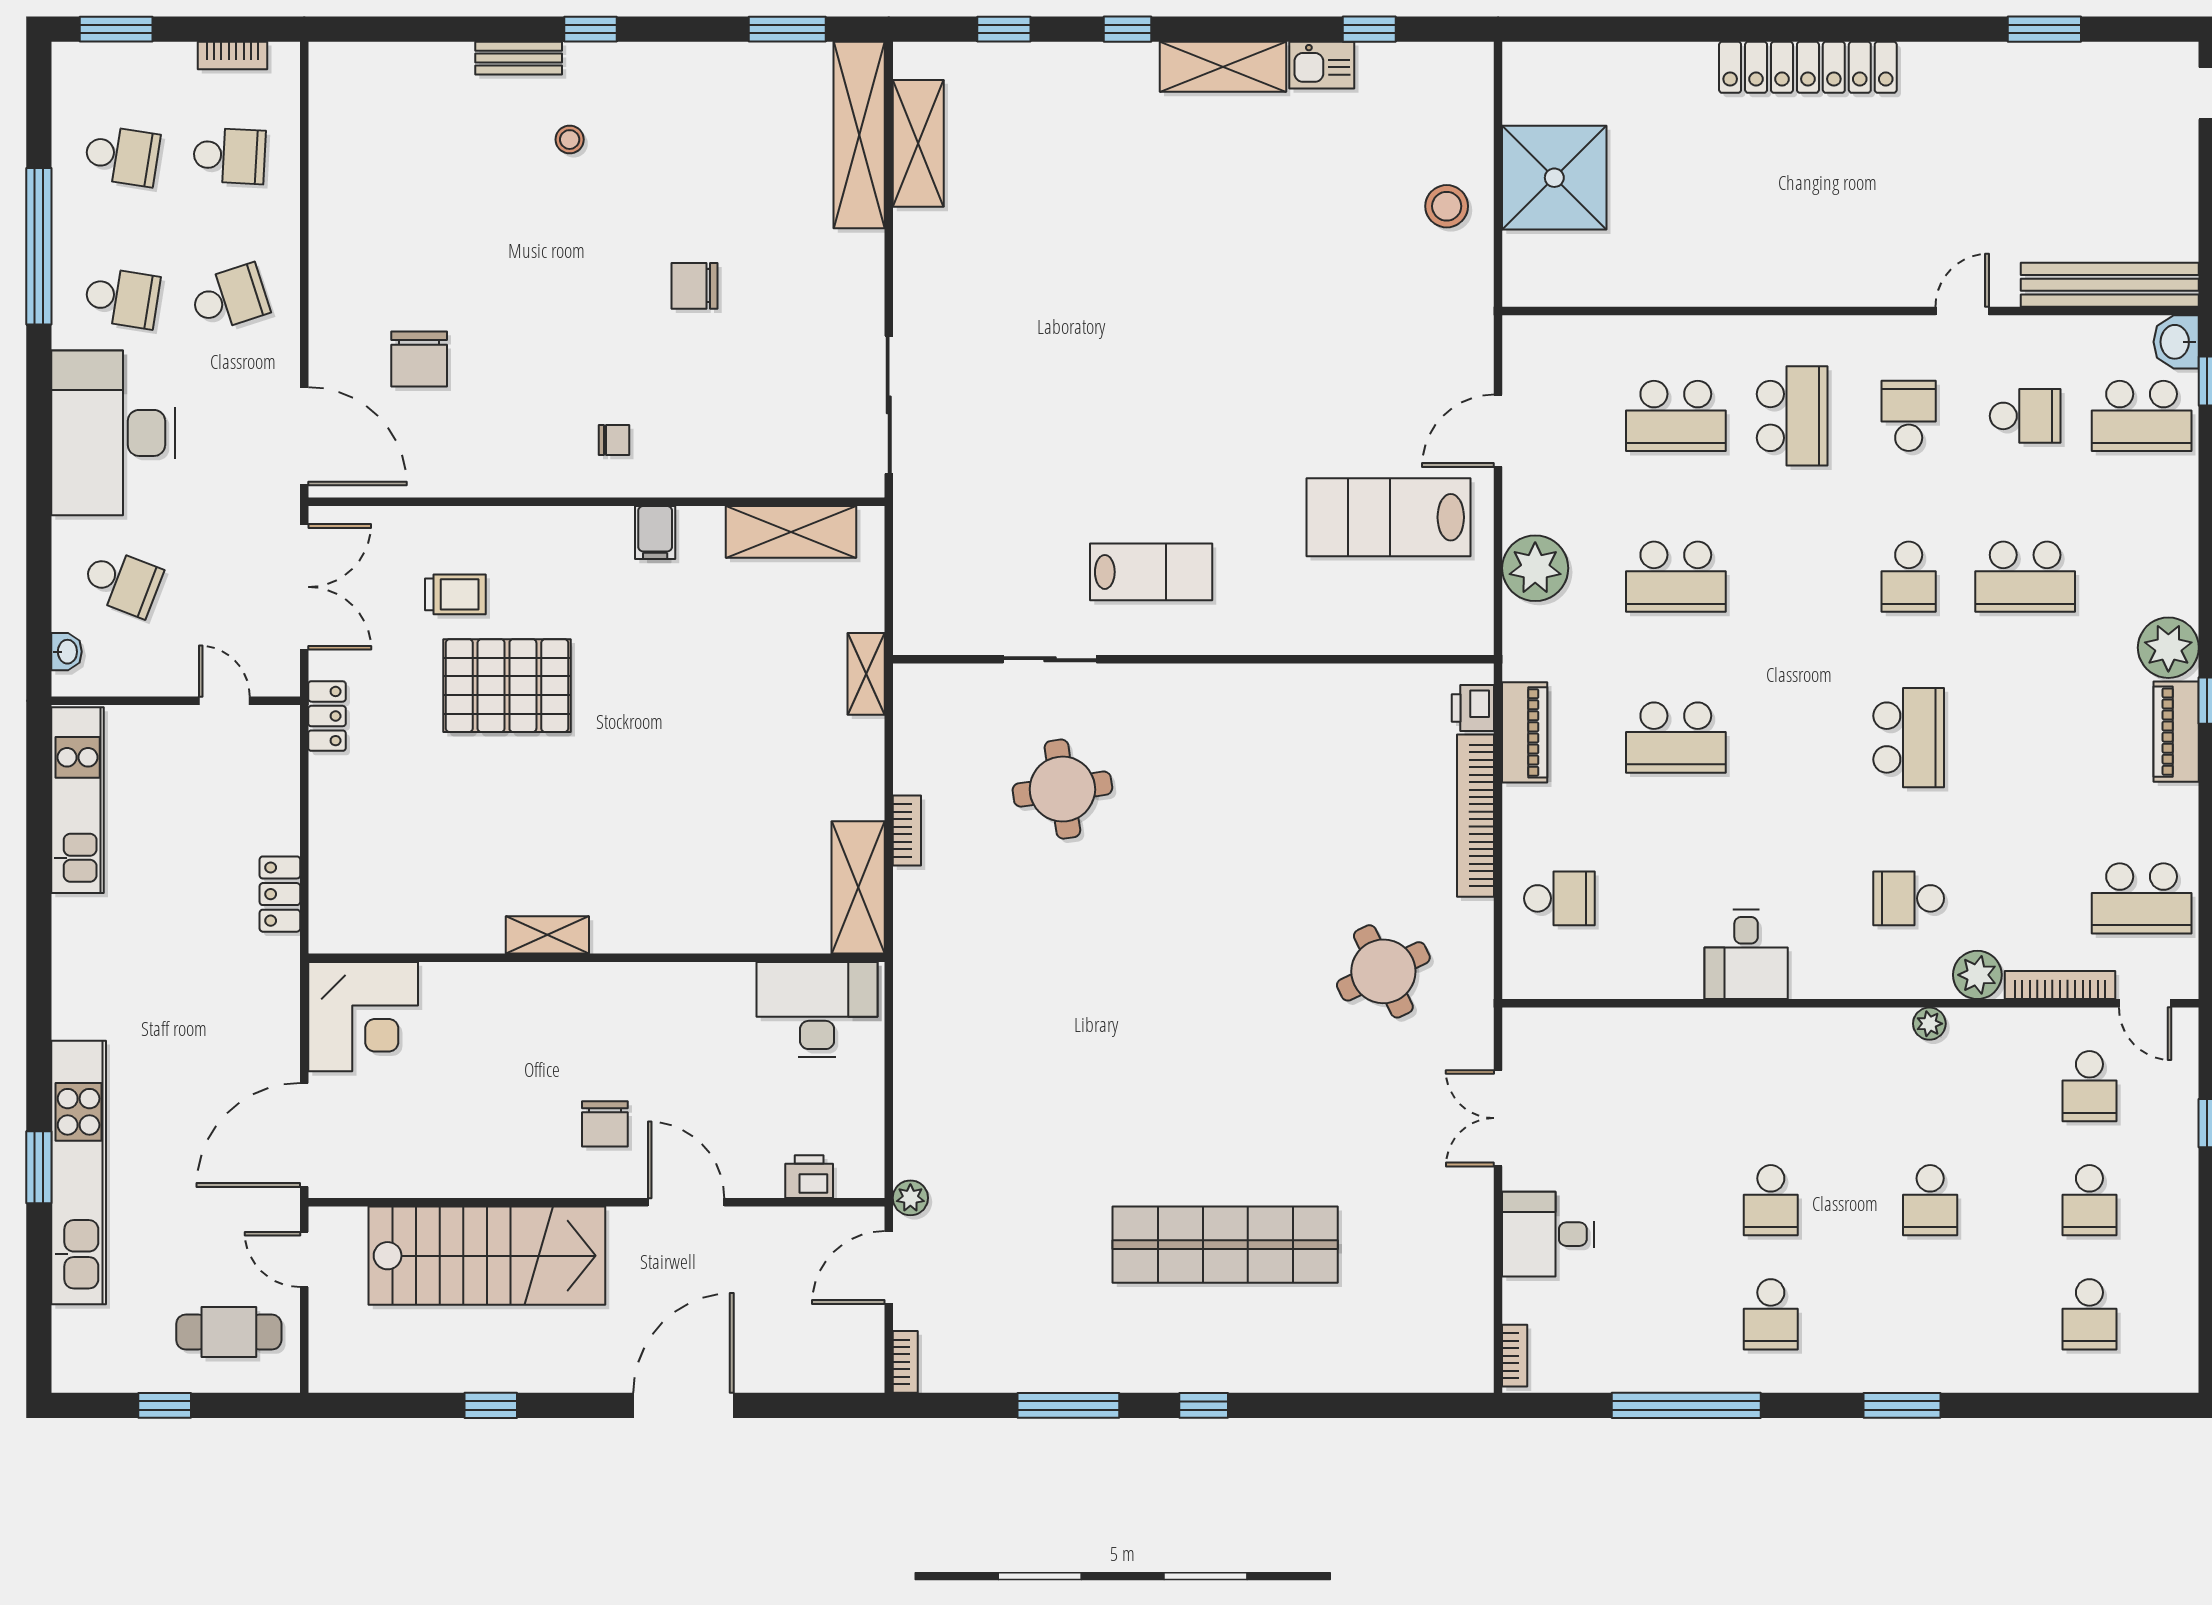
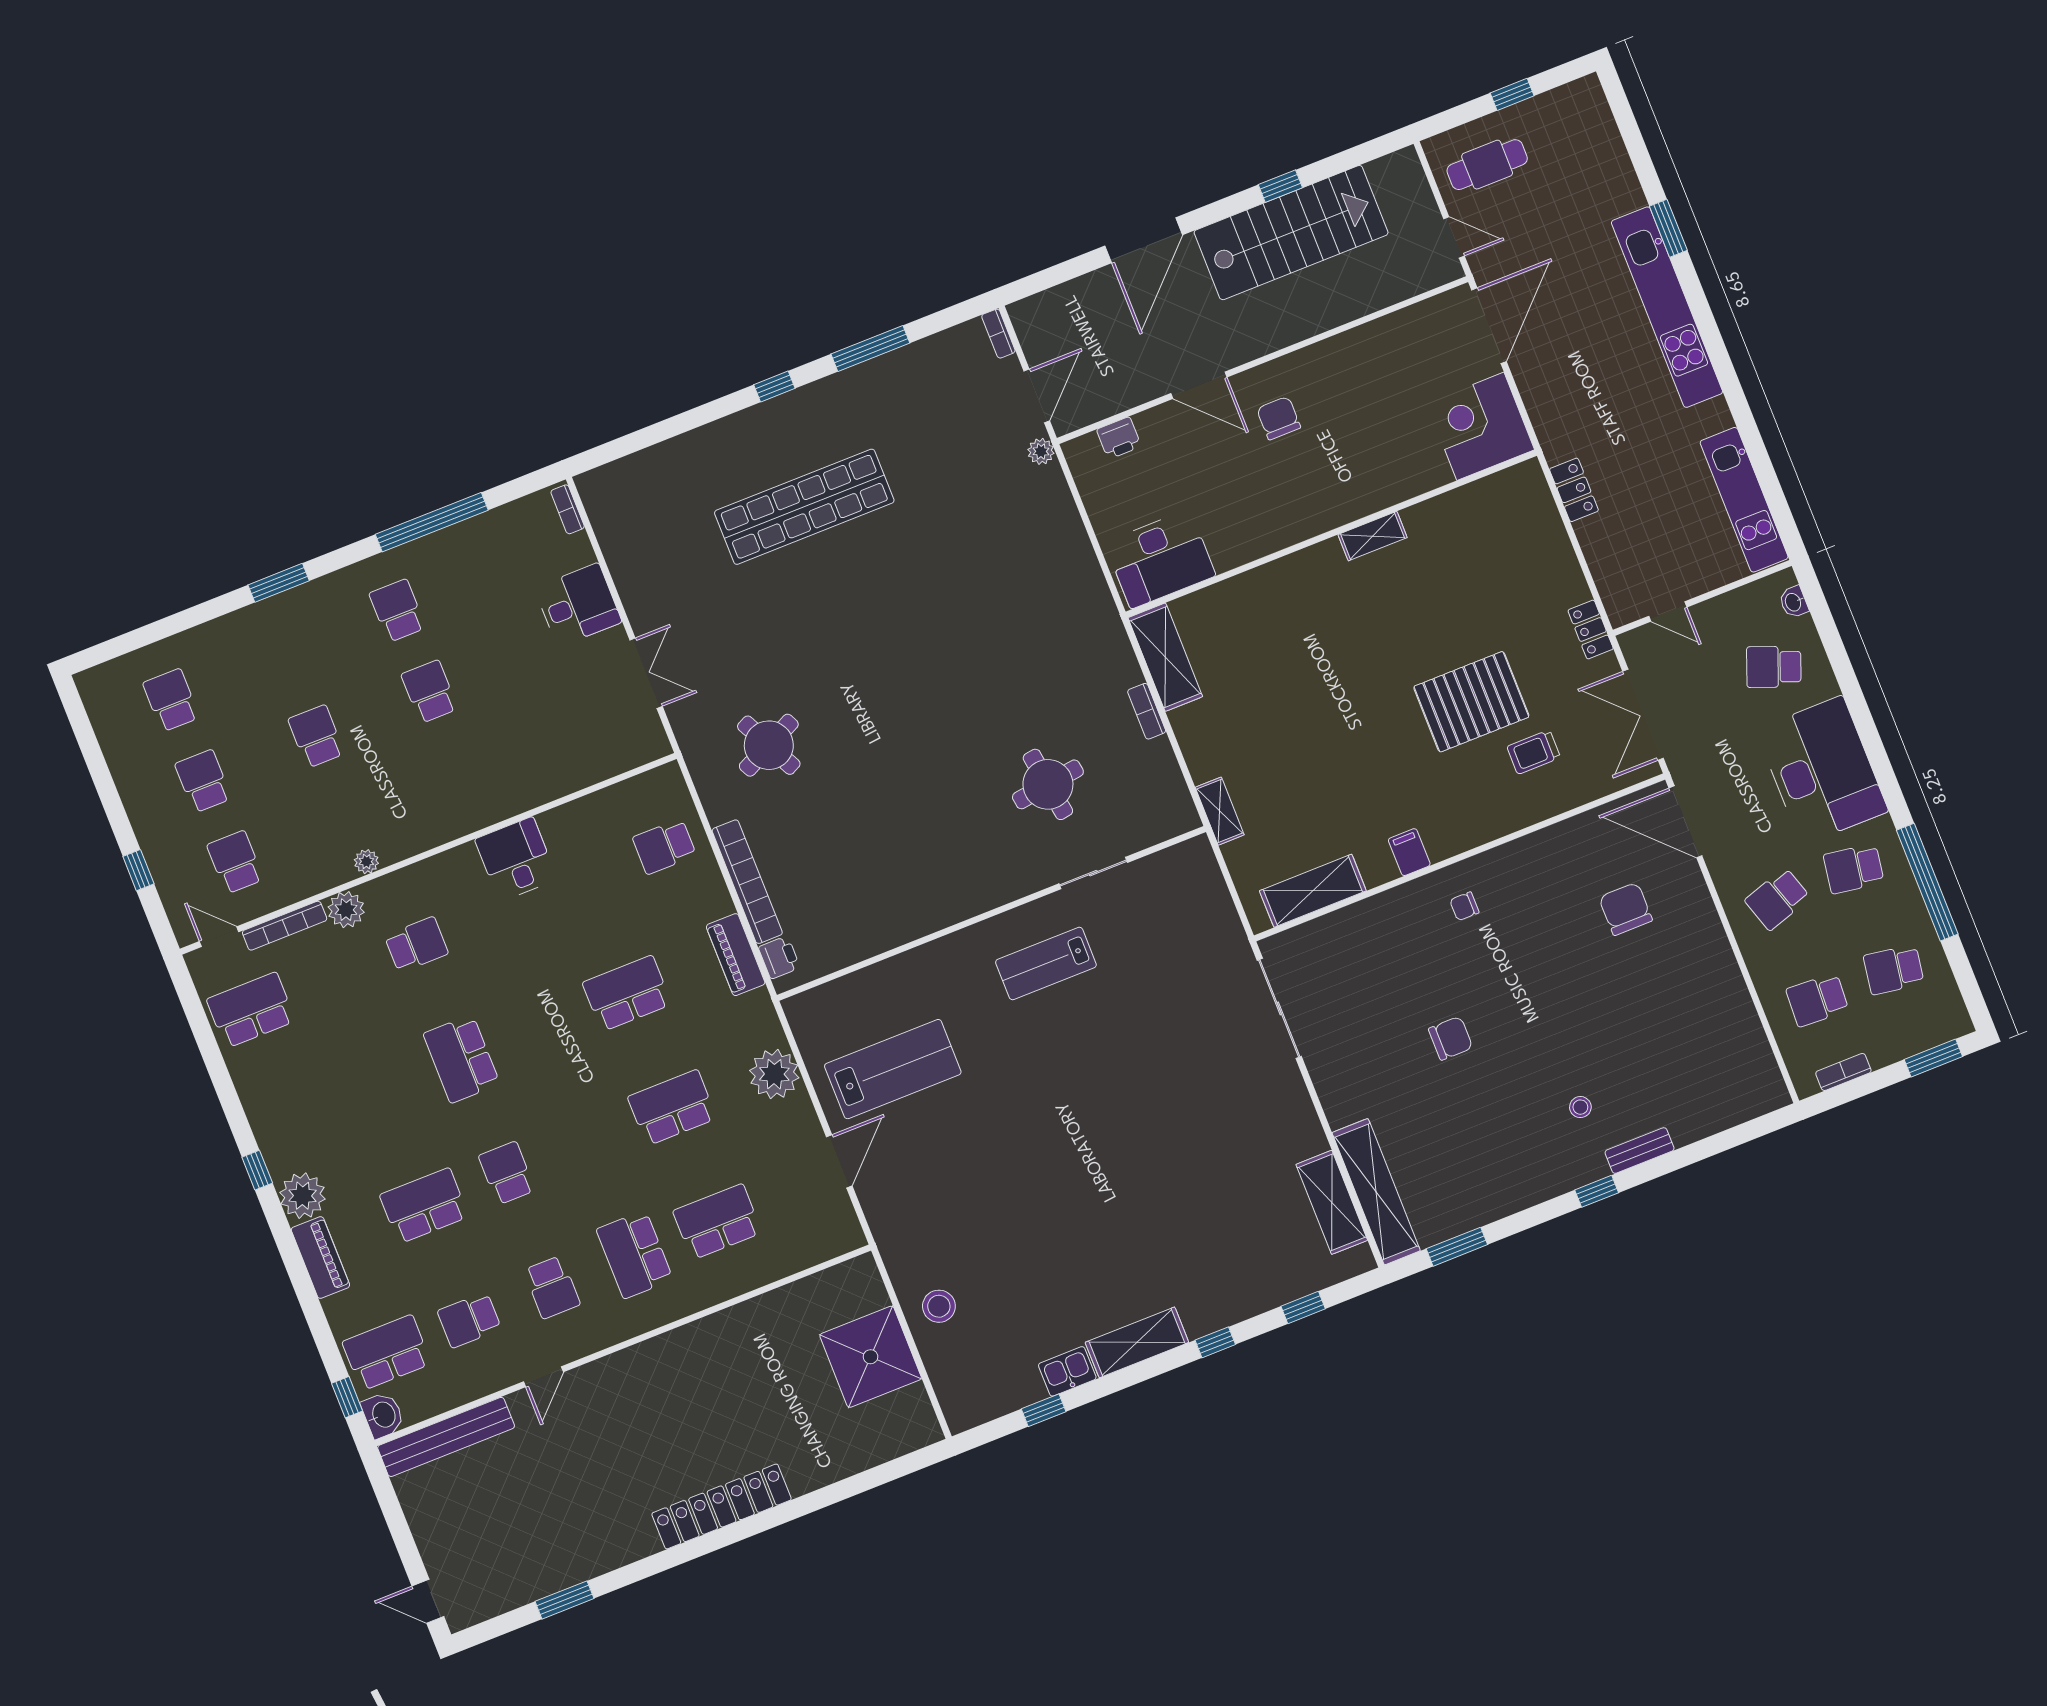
piano: (2176, 732) -> (320, 1257), moved
kitchen unit: (79, 1172) -> (1667, 307), moved
stairs: (487, 1256) -> (1291, 233), moved, turned 180

